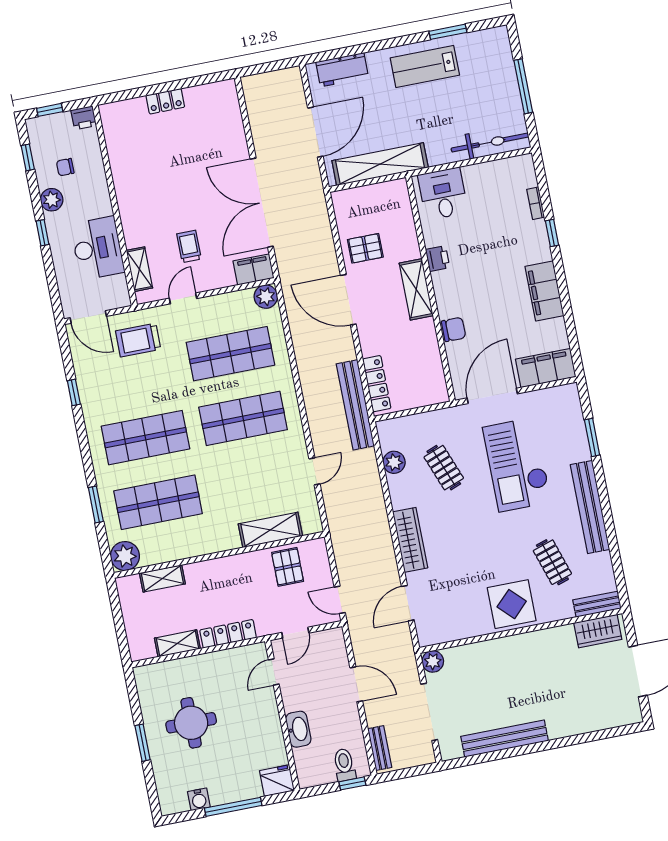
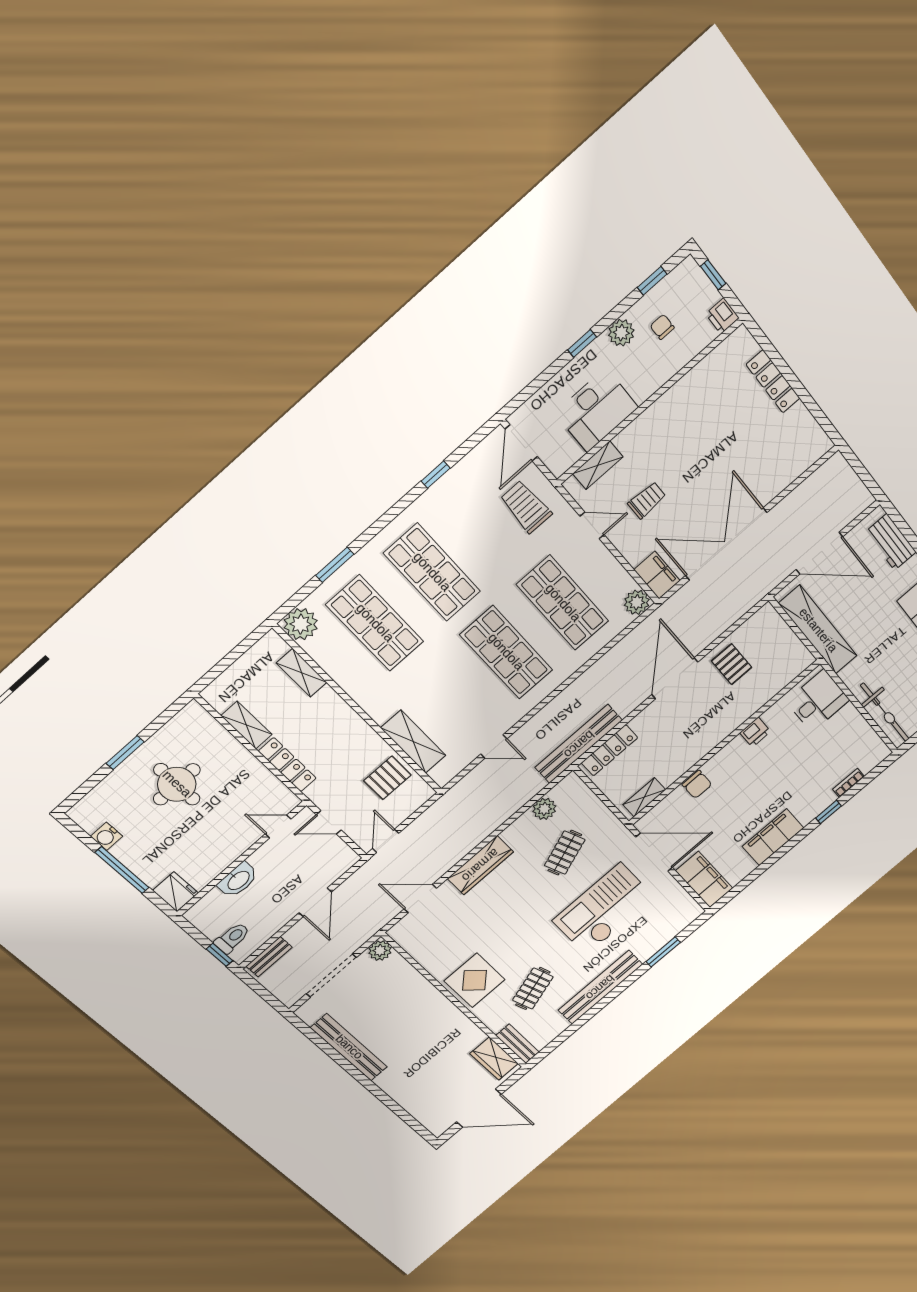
locker: (165, 101) -> (773, 381), width x1.53
shelving: (416, 289) -> (644, 797), moved, width x0.67, depth x0.75

